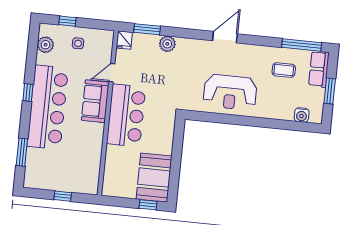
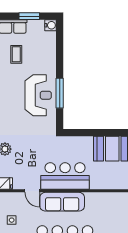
sofa: (95, 101) -> (62, 202), width x1.36
water cooler: (302, 115) -> (51, 25), moved
window: (230, 119) -> (60, 93), added

